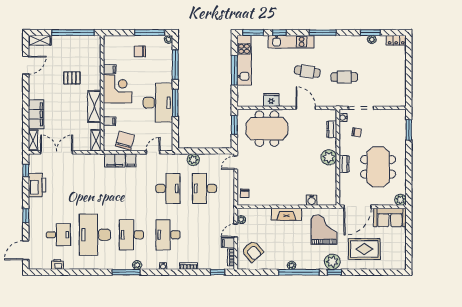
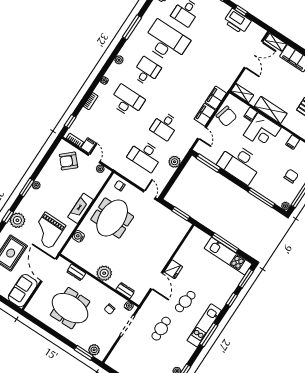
kitchen unit: (291, 42) -> (204, 325), moved
corner desk: (118, 89) -> (262, 131), moved
fridge: (271, 100) -> (173, 269), moved
window: (175, 103) -> (208, 163), moved
door: (306, 108) -> (157, 281), hinge flipped
meeting table: (267, 129) -> (112, 218), moved
filing cabinet: (131, 160) -> (205, 115), width x2.00
dresser: (344, 164) -> (76, 272), moved
window: (26, 170) -> (241, 11), moved
desk: (168, 188) -> (165, 126), width x0.73
desk: (204, 188) -> (145, 156), turned 180
plant: (400, 200) -> (94, 350), moved
grand piano: (324, 230) -> (48, 231), turned 90
desk: (131, 235) -> (147, 71), width x0.73
window: (126, 272) -> (132, 27), moved
window: (299, 272) -> (27, 188), width x0.47

